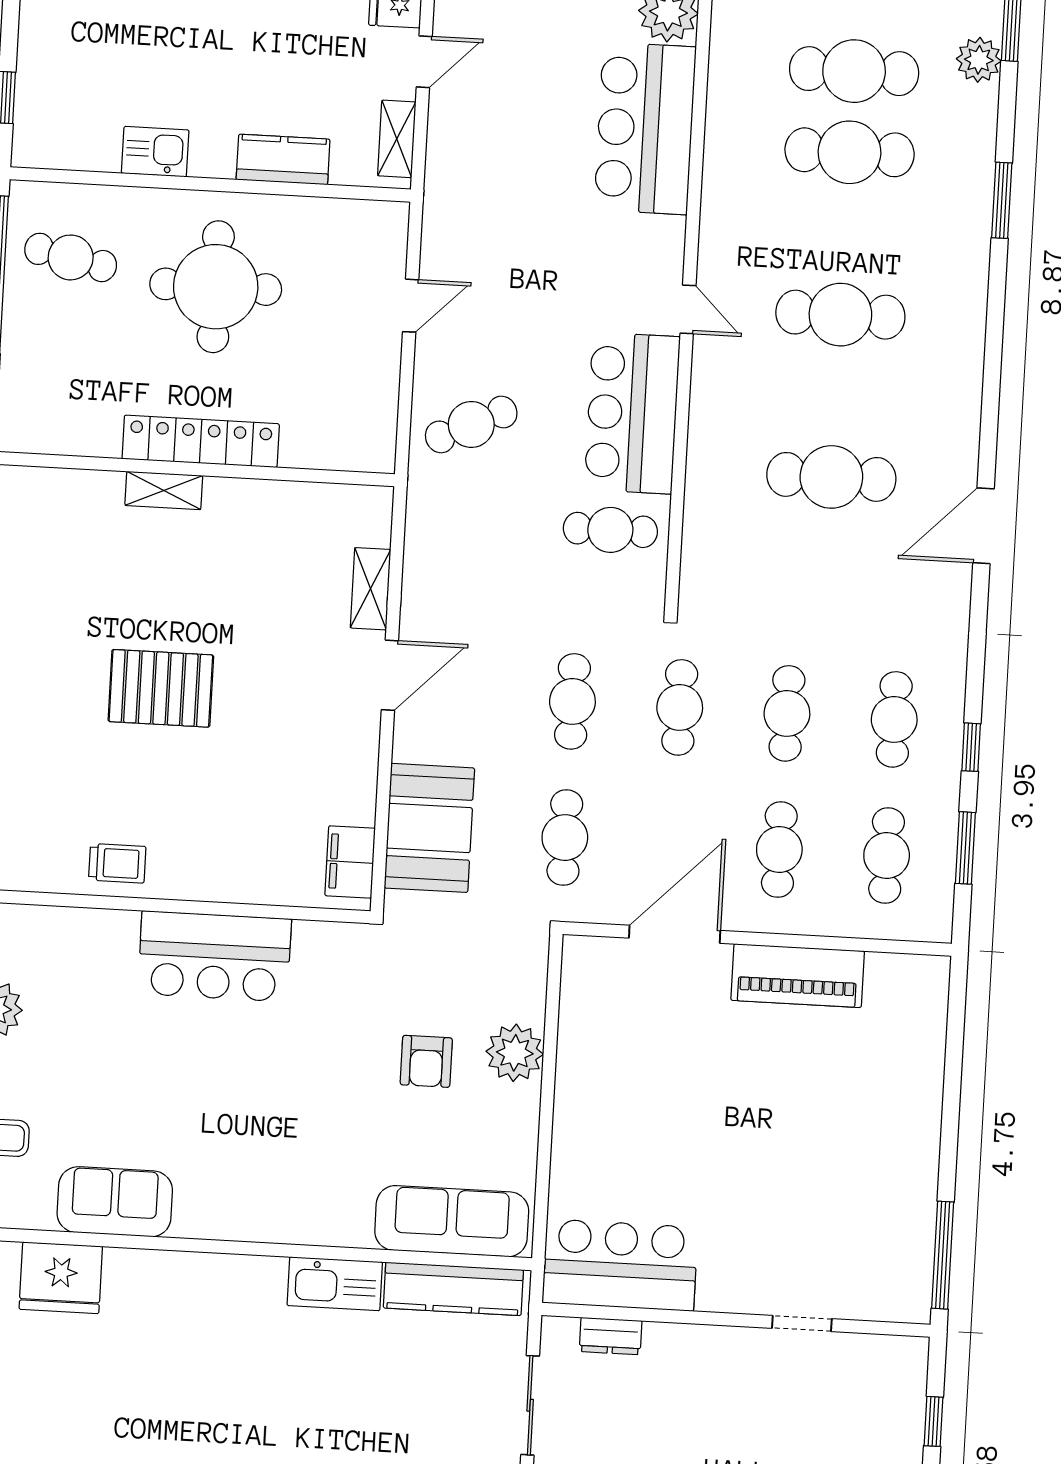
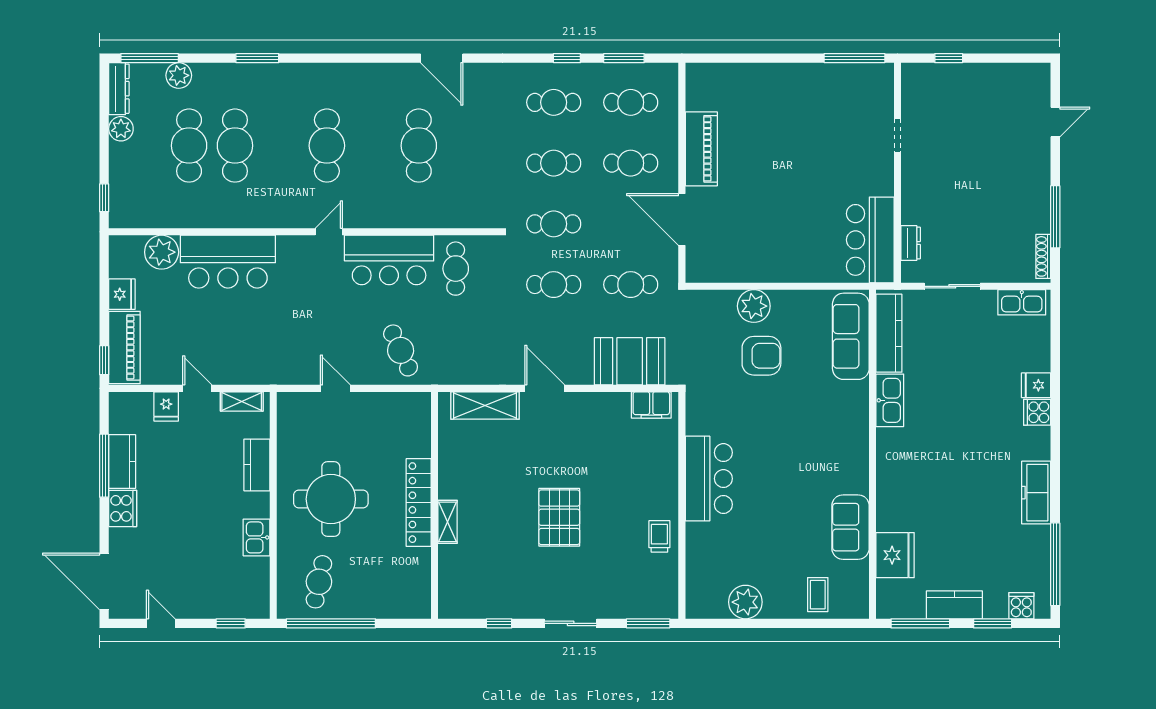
shelving: (371, 589) -> (485, 405), width x1.50, depth x1.33
armchair: (426, 1061) -> (761, 356), width x1.38, depth x1.38

